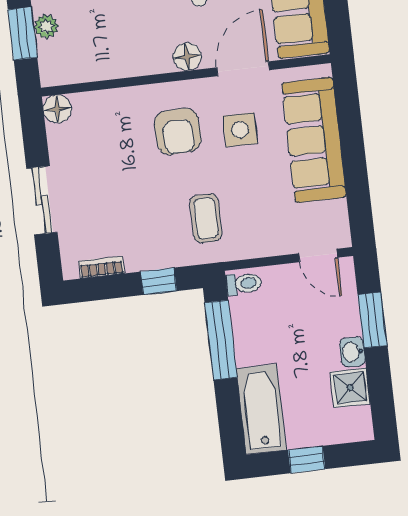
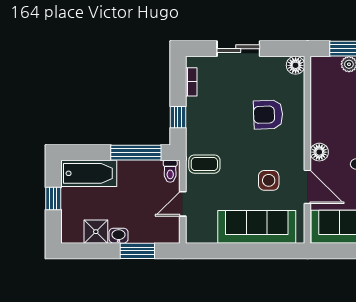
armchair: (178, 131) -> (268, 115), moved
coffee table: (206, 218) -> (204, 164), moved
door: (318, 255) -> (183, 204), moved

